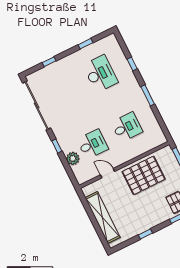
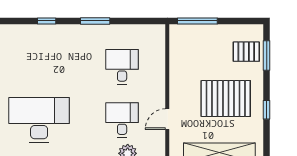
desk: (100, 74) -> (39, 120), moved, width x1.36, depth x1.30
pallet: (144, 175) -> (226, 99), moved, turned 90

